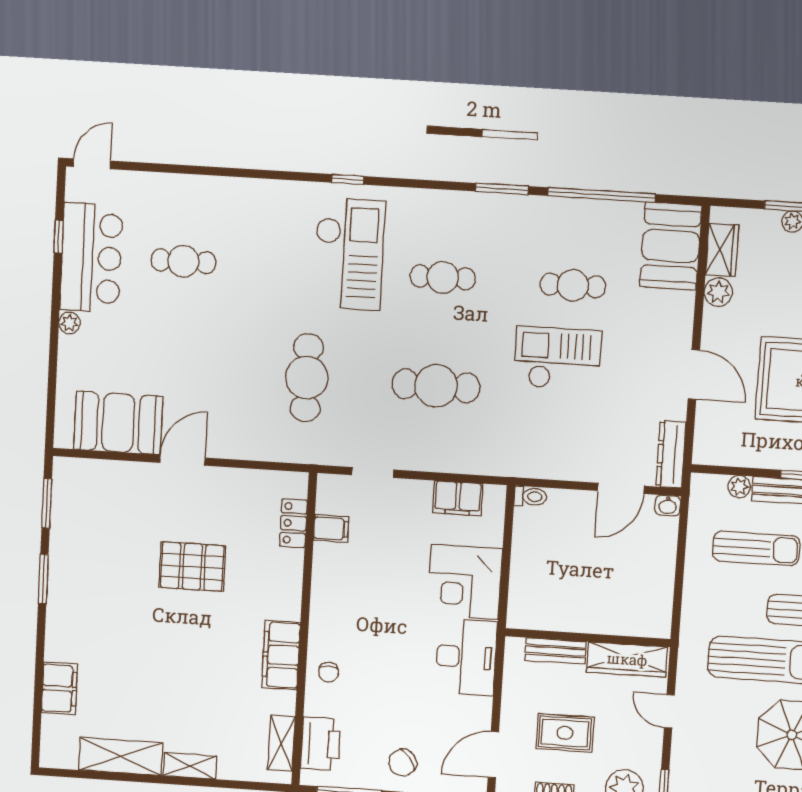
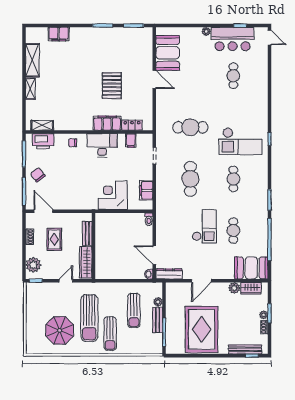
filing cabinet: (281, 655) -> (107, 123), moved
desk: (466, 657) -> (102, 145), moved, turned 180

